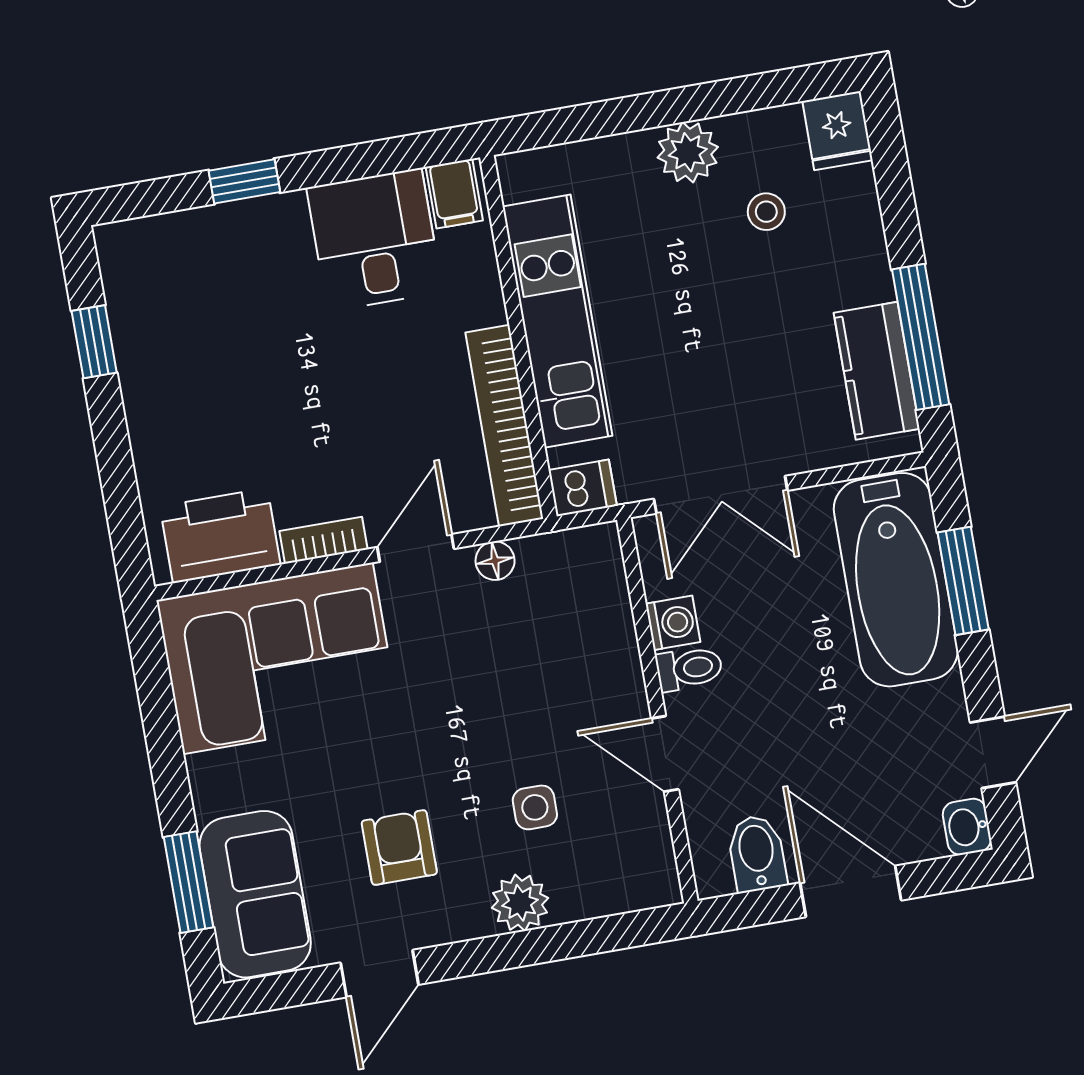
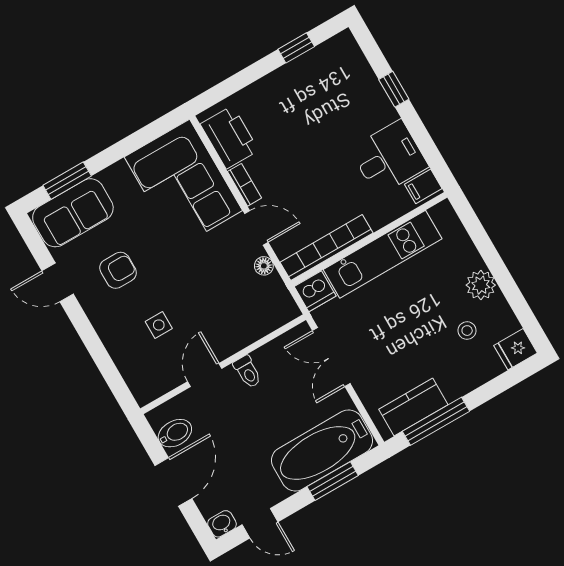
dishwasher: (583, 488) -> (315, 291), width x1.38
washing machine: (673, 623) -> (265, 357), removed
plant: (520, 903) -> (113, 334), removed

